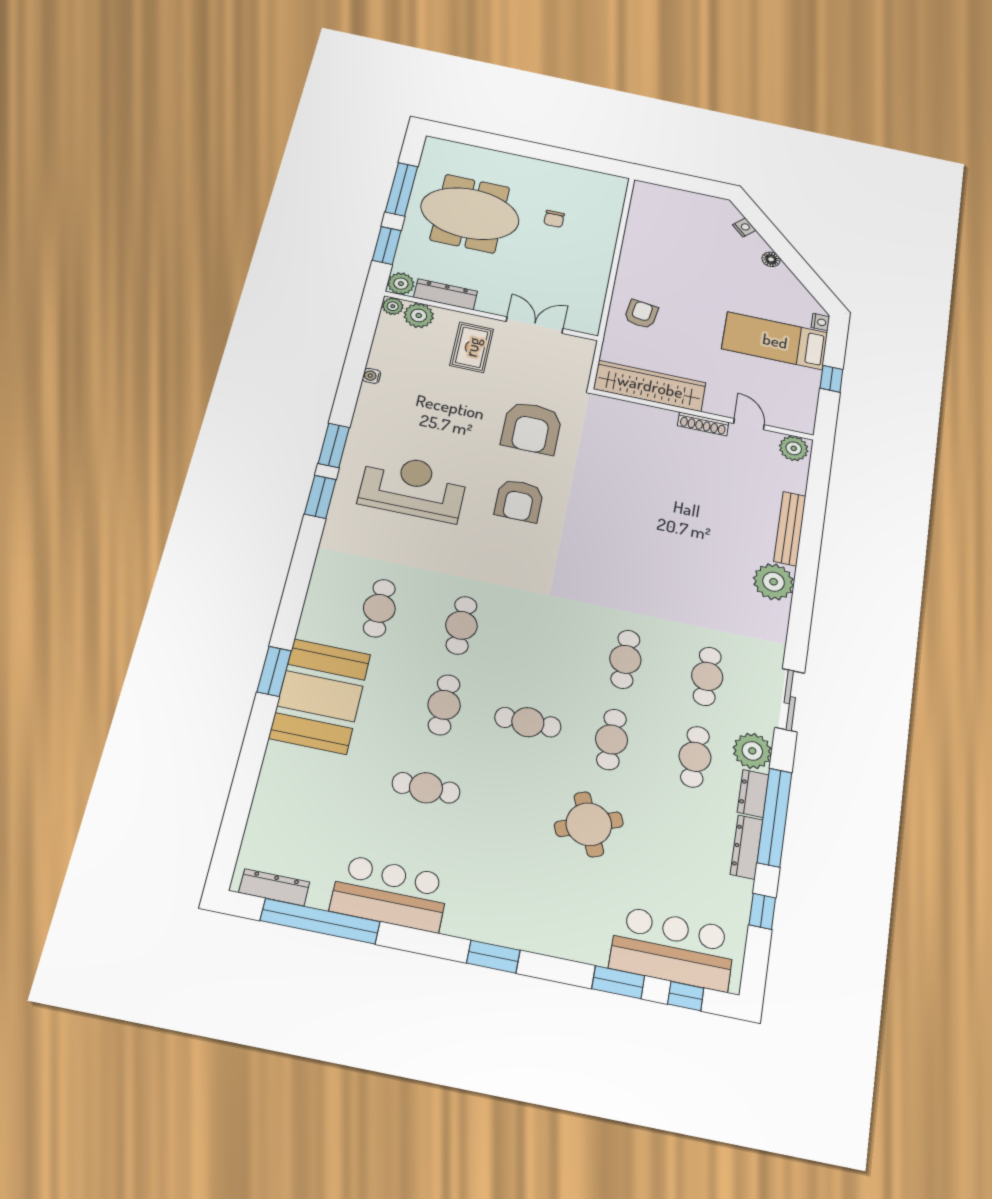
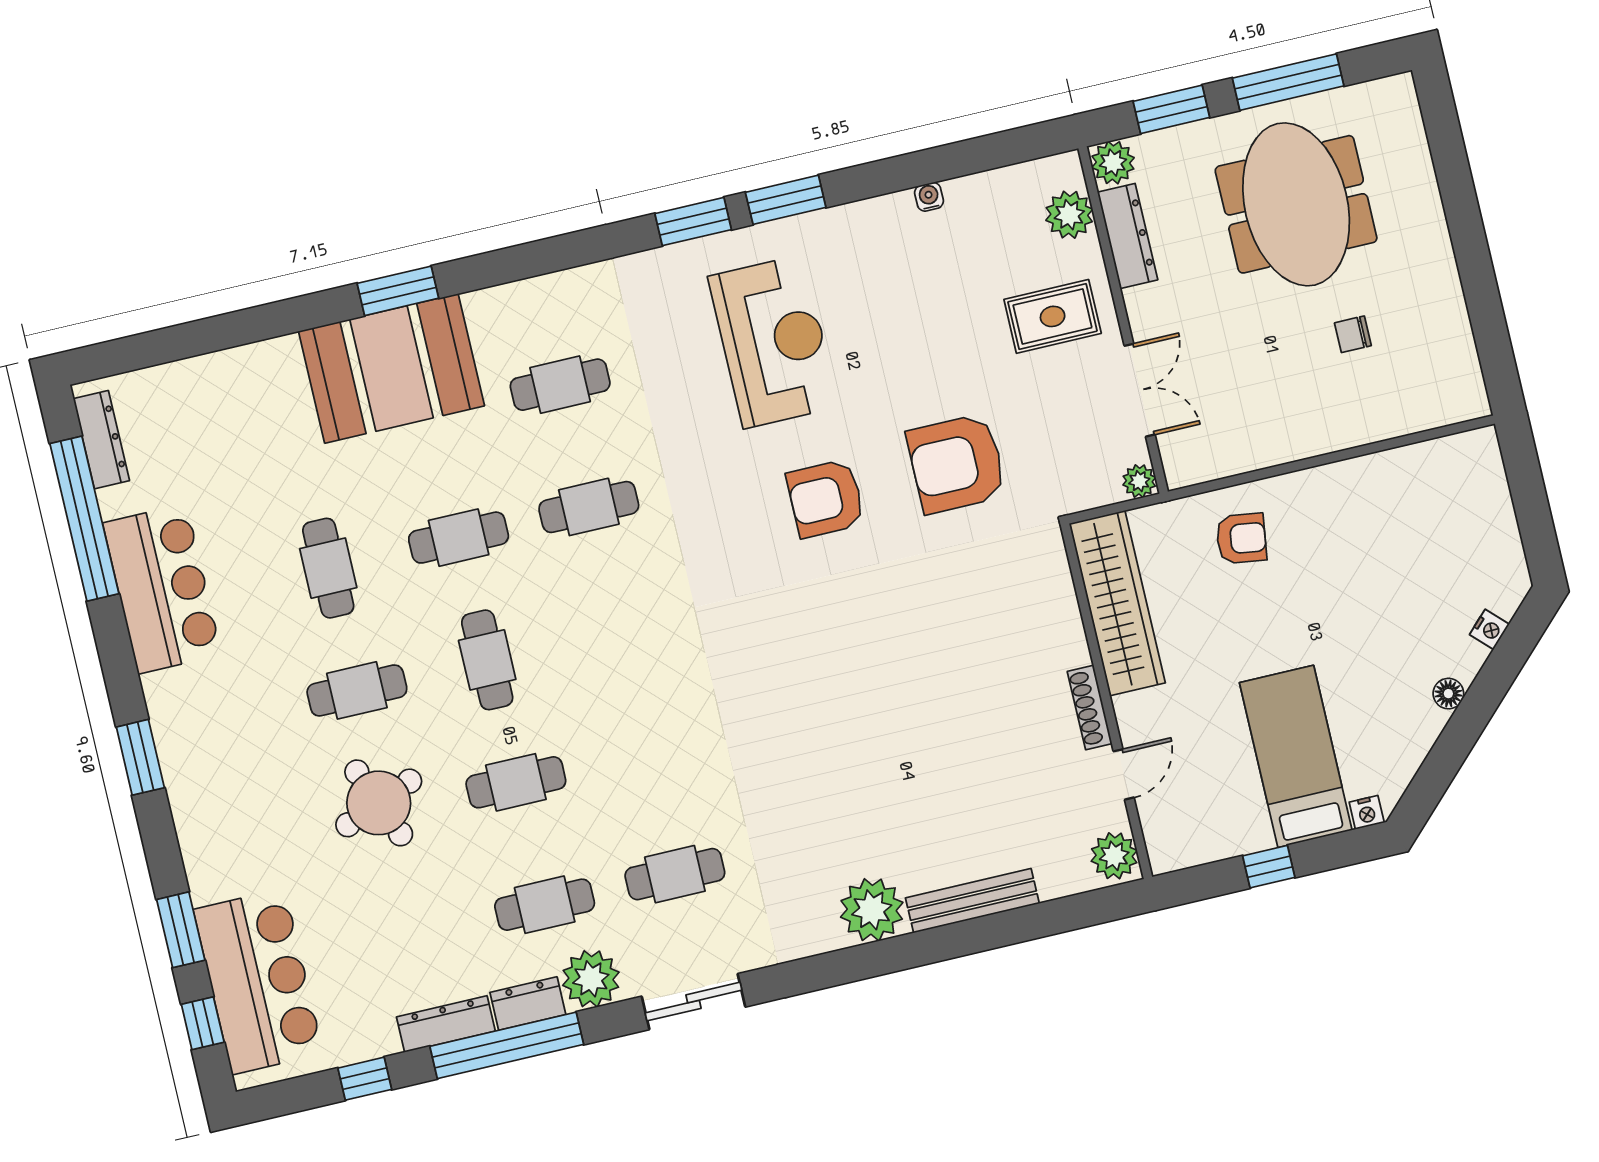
plant: (393, 306) -> (1139, 481), moved
cafe table: (625, 659) -> (357, 690), moved

